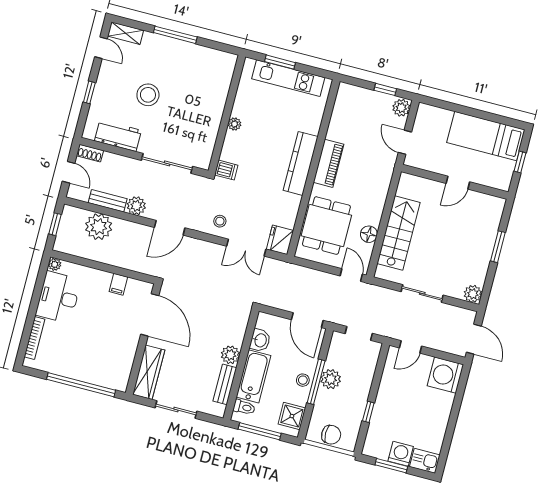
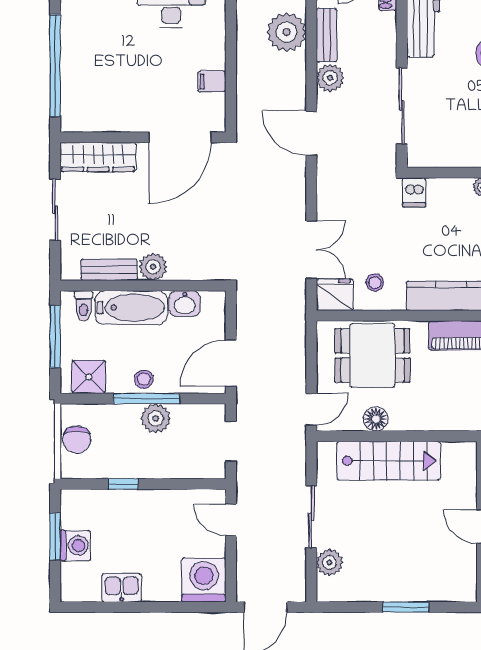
stool: (220, 221) -> (375, 282), moved
double door: (246, 248) -> (311, 250), swing flipped
plant: (473, 294) -> (329, 562), moved
kitchen sink: (425, 461) -> (122, 588), moved, turned -90

